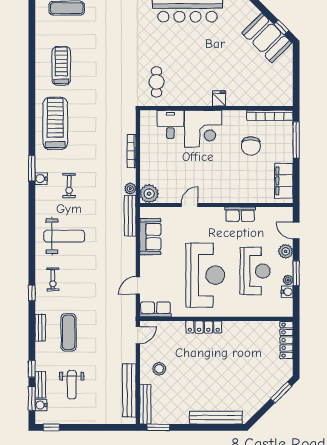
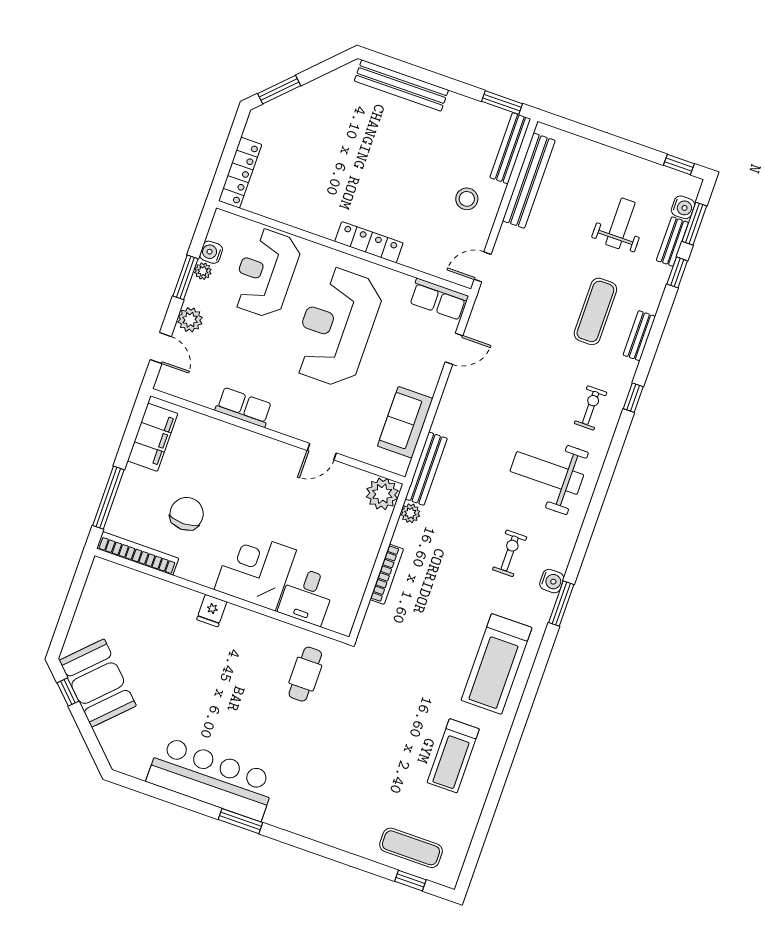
reception desk: (255, 271) -> (266, 273), moved

